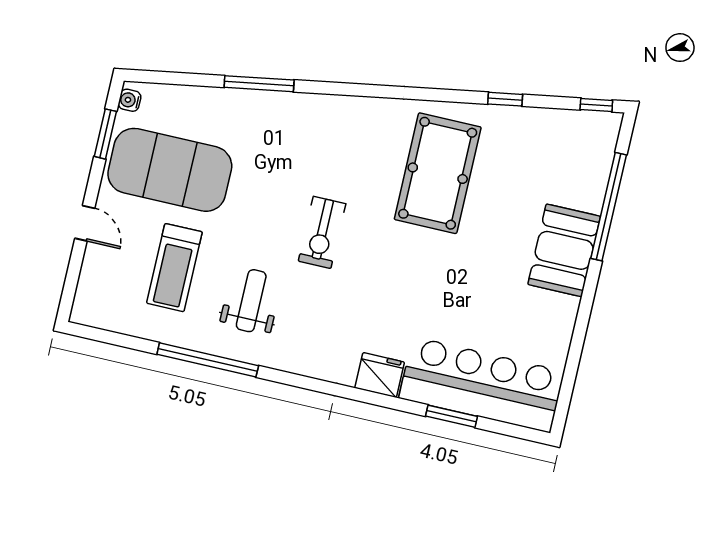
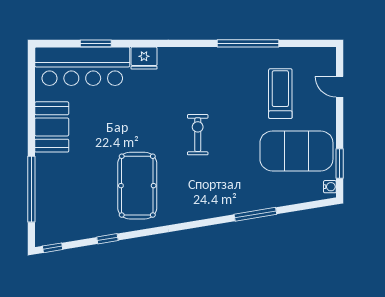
door: (85, 223) -> (340, 87), moved
booth: (564, 250) -> (52, 127), moved
weight bench: (251, 301) -> (230, 85), removed

